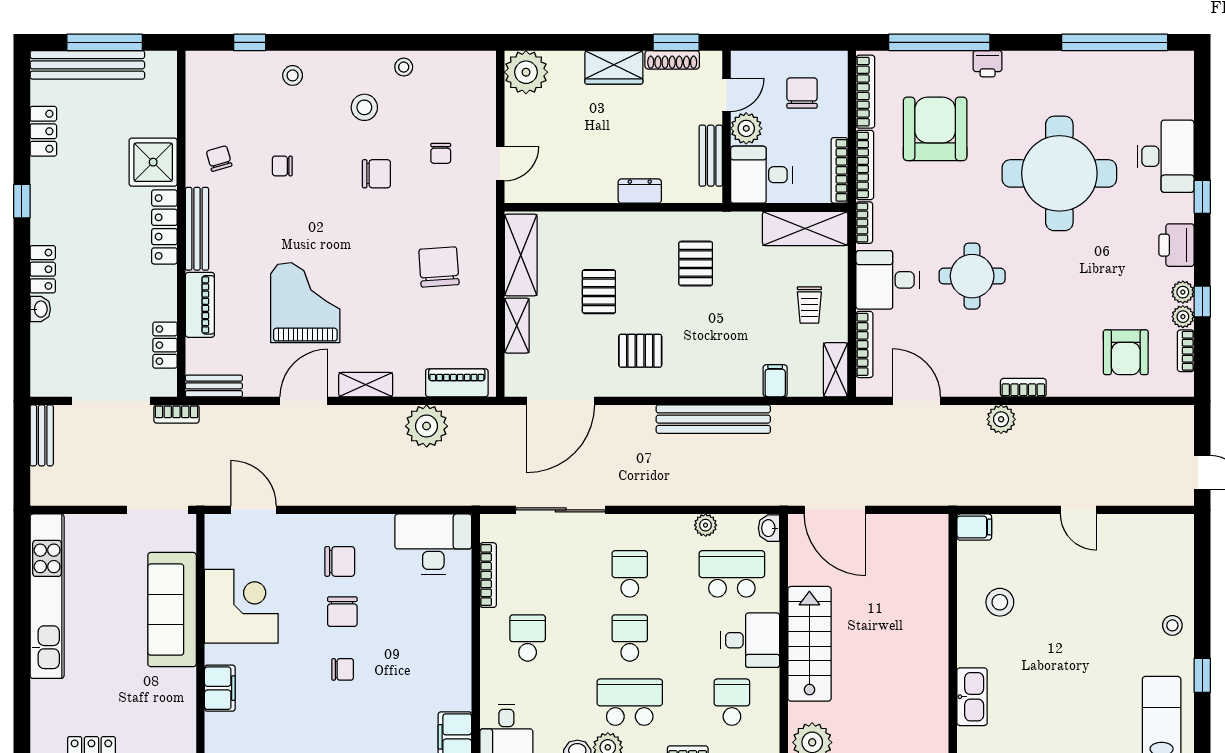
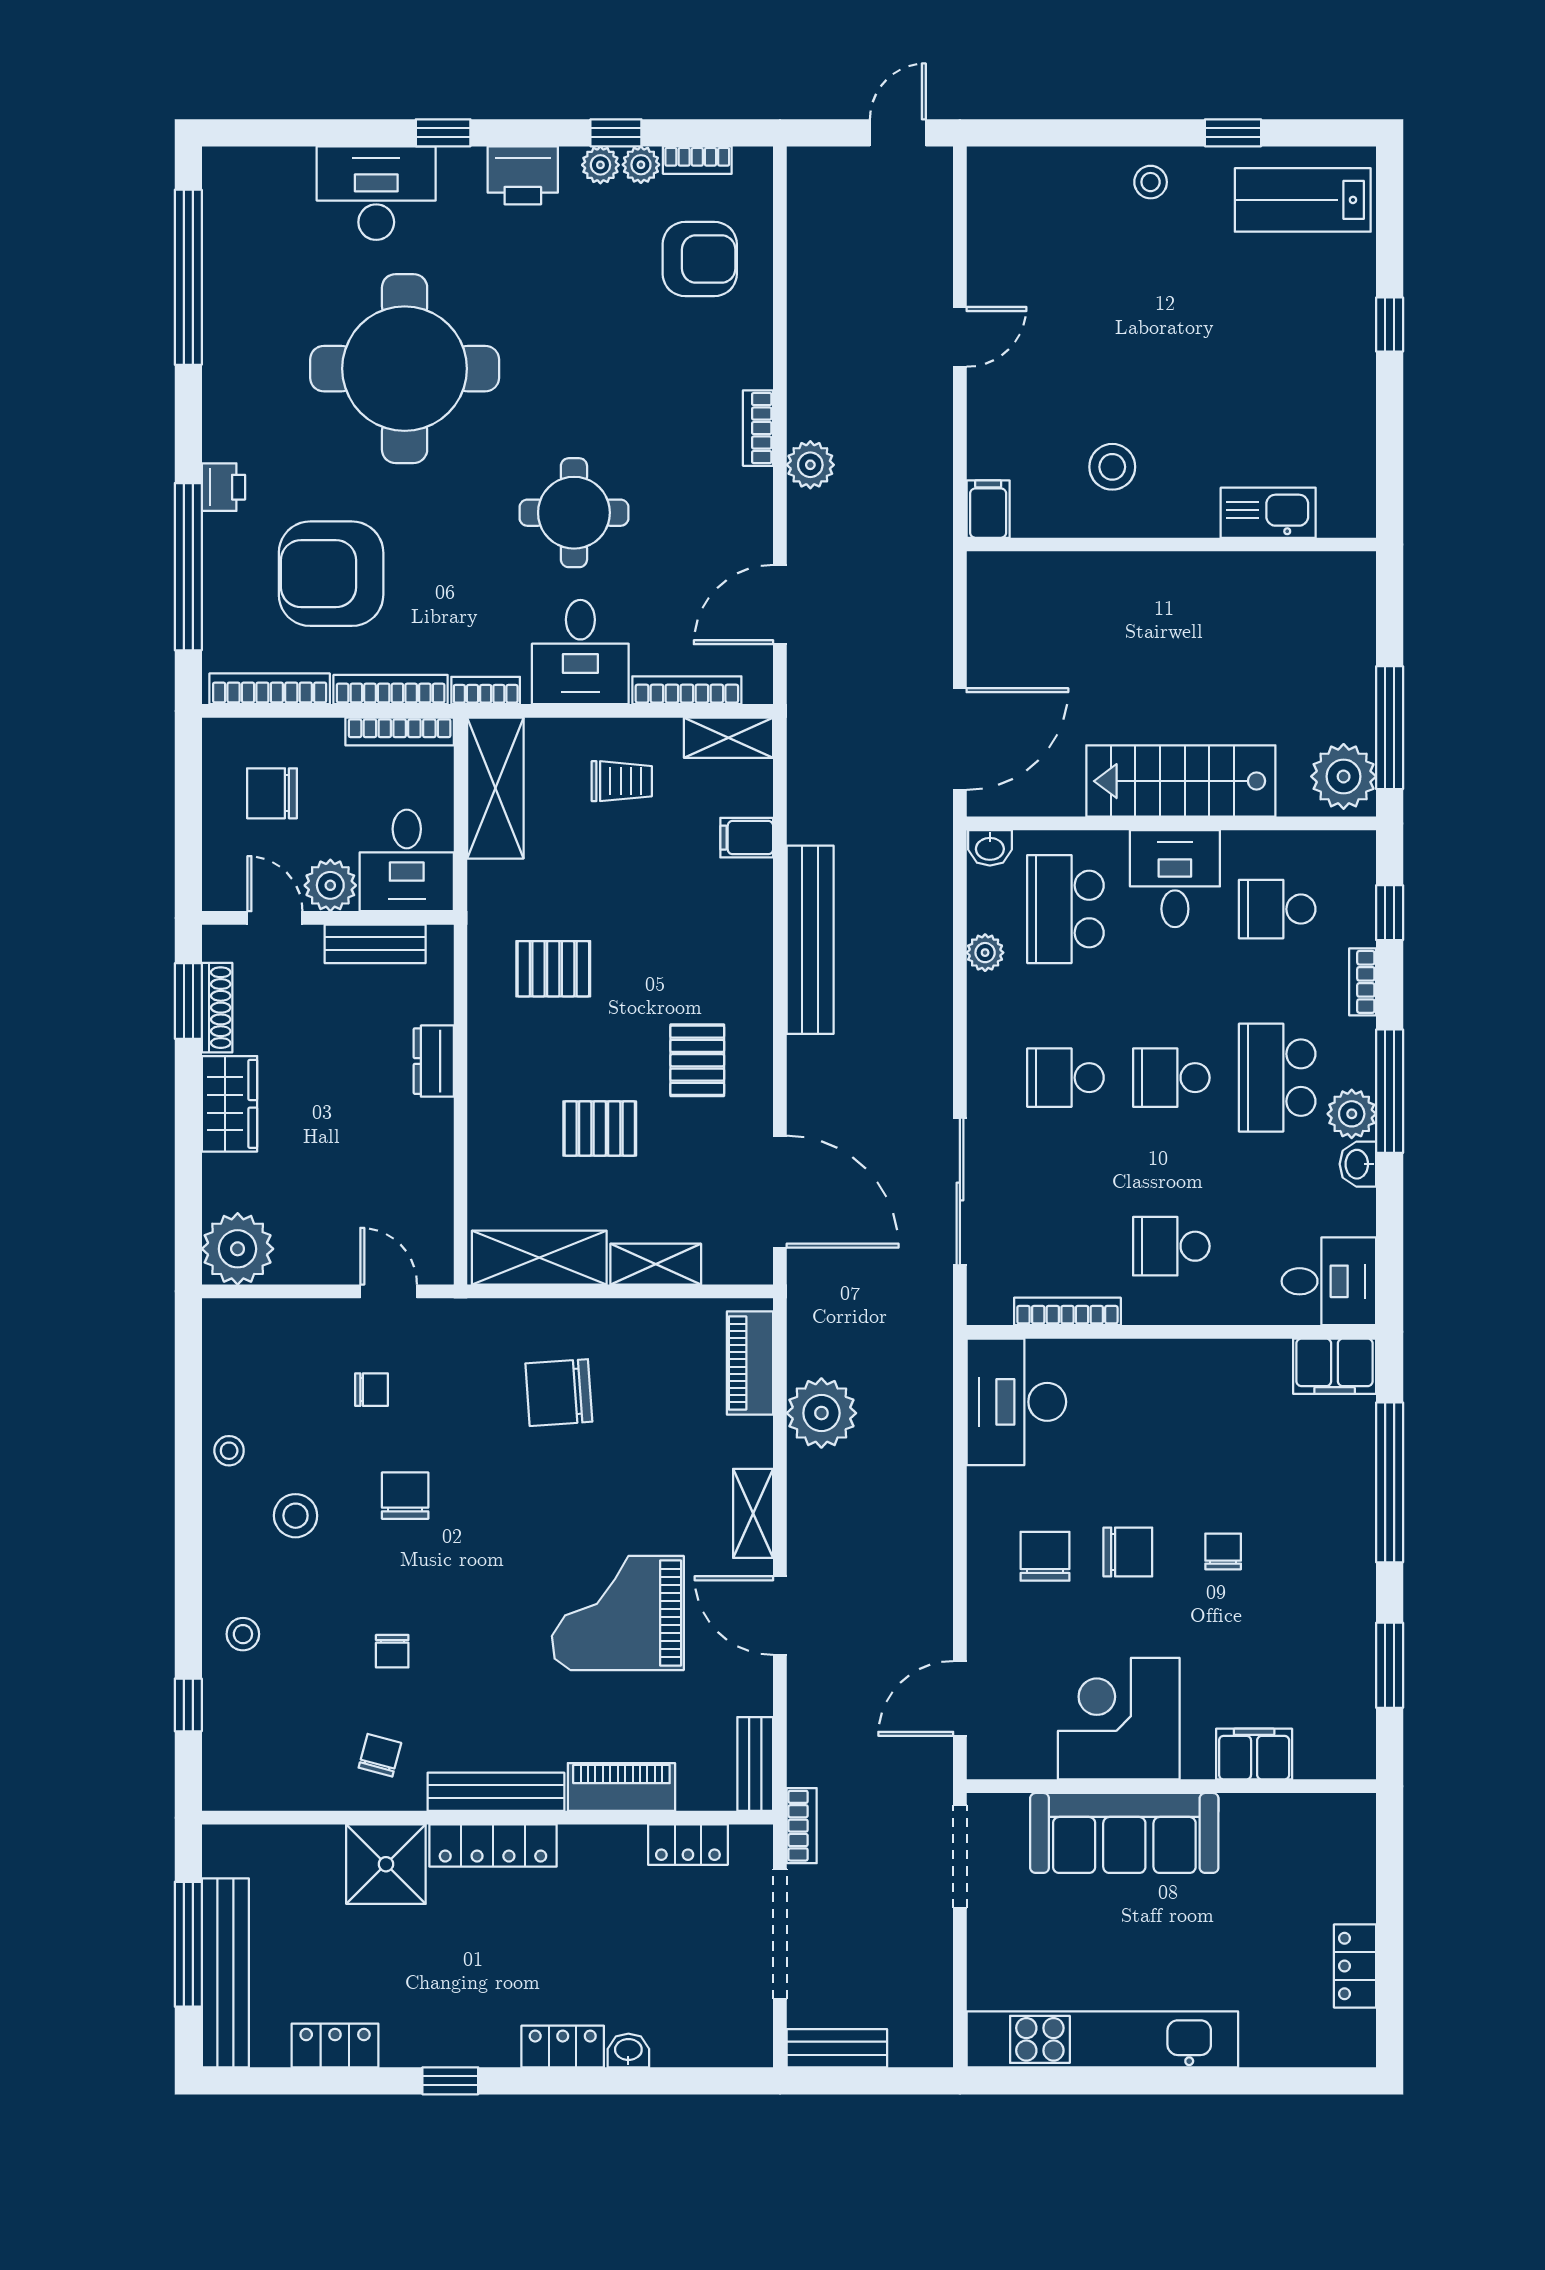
chair: (219, 158) -> (380, 1755), turned 121

